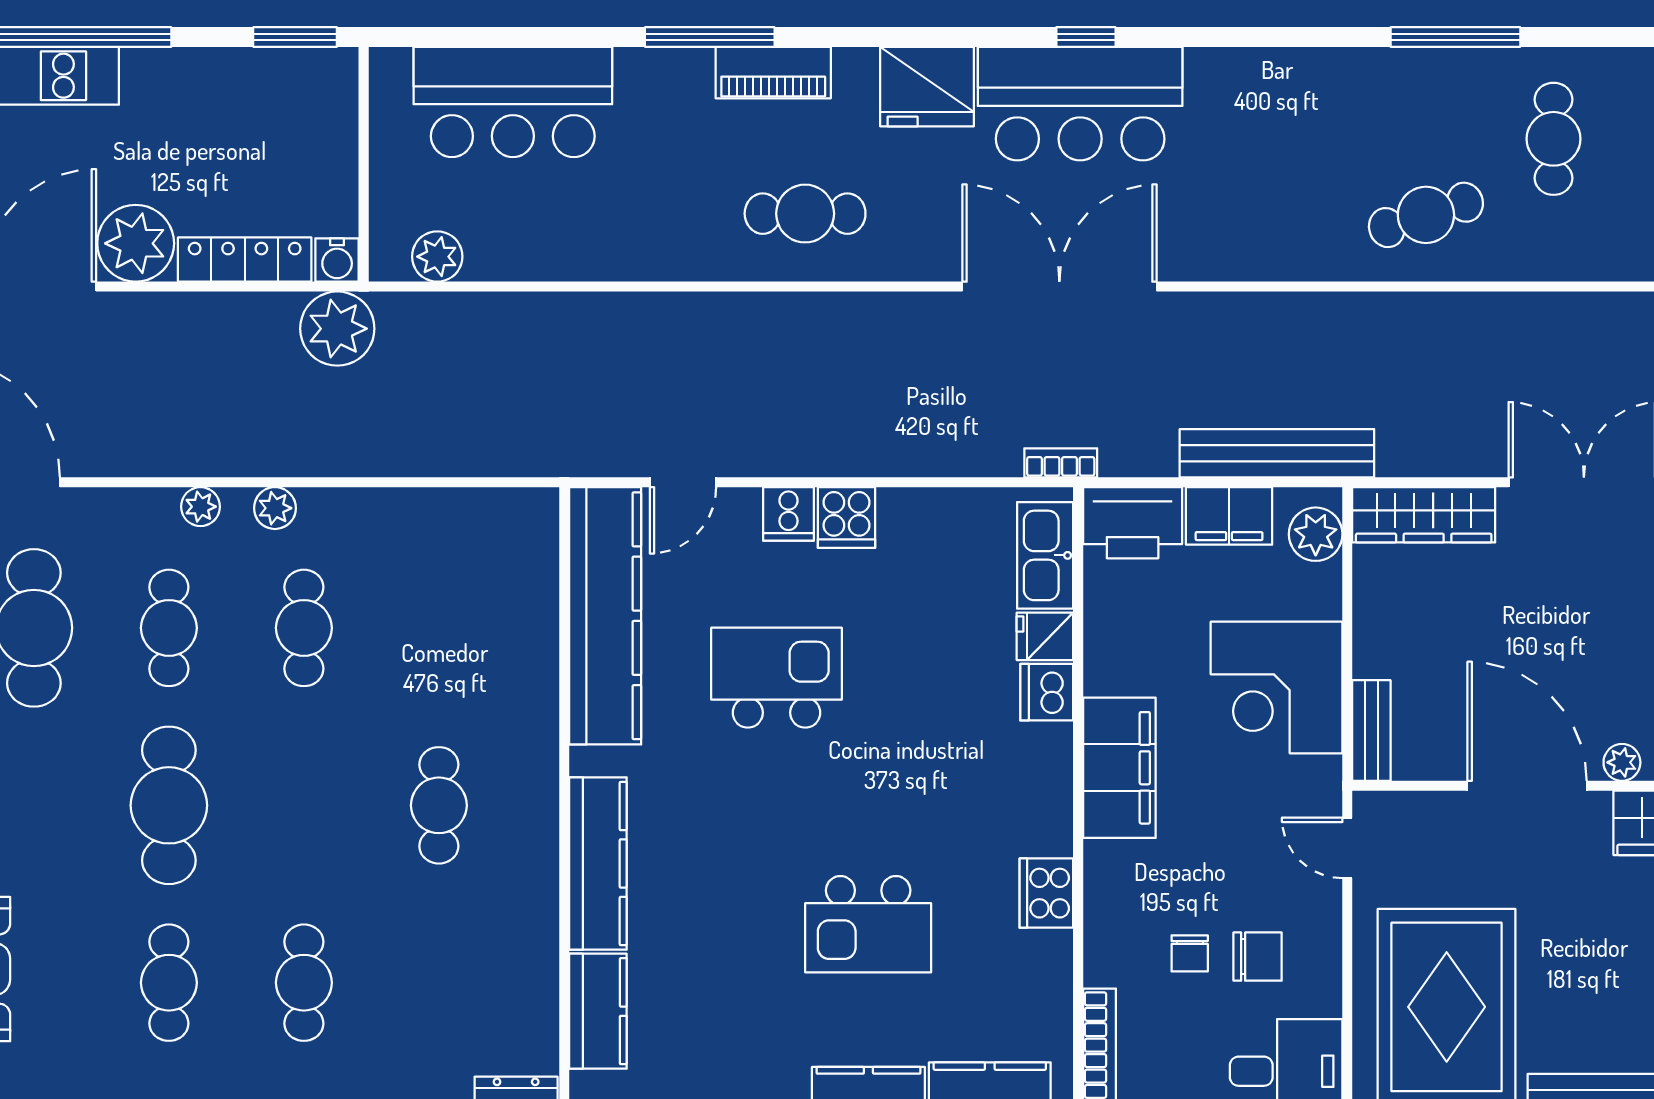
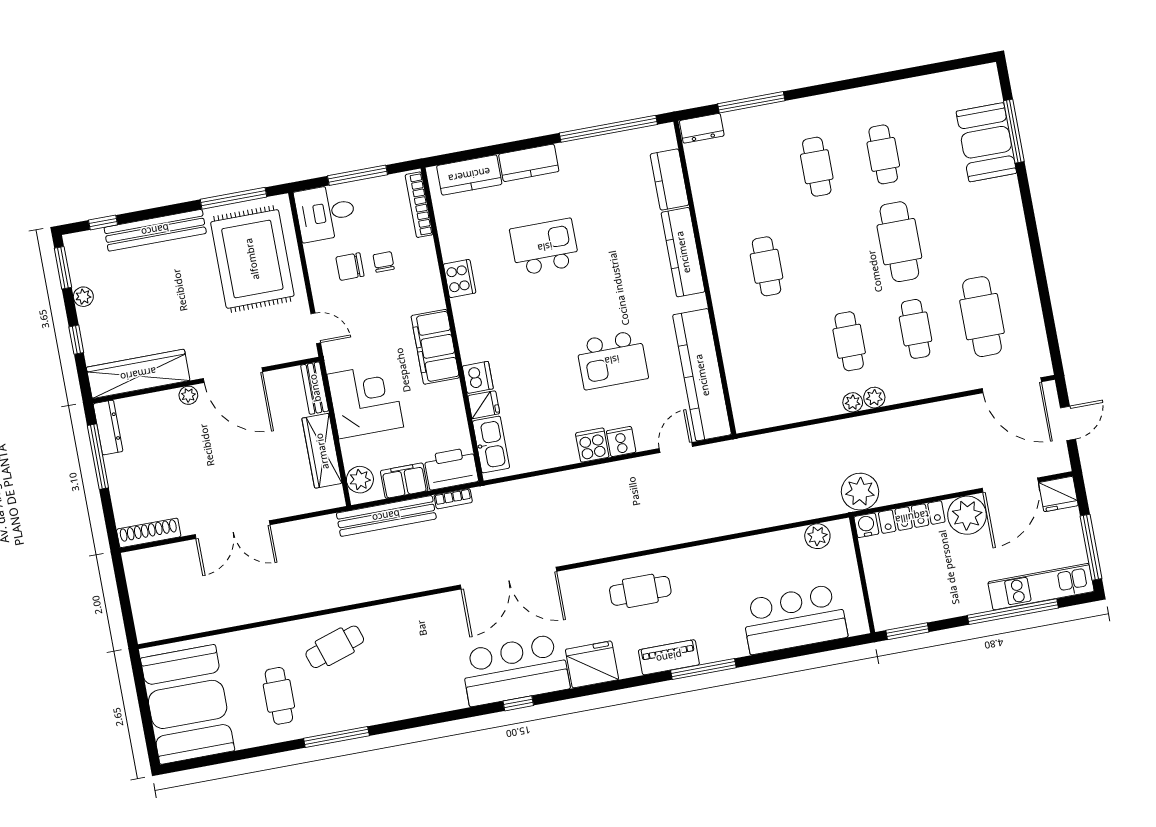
bookcase: (1061, 463) -> (453, 499), moved
plant: (200, 507) -> (853, 402), moved
wardrobe: (1424, 515) -> (322, 451), moved, turned -90

